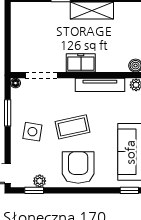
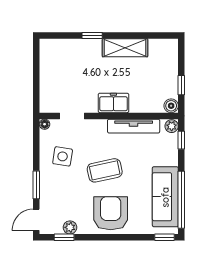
doorway: (41, 75) -> (72, 116), width x0.73
window: (8, 113) -> (36, 185), moved
side table: (32, 132) -> (63, 156), moved

